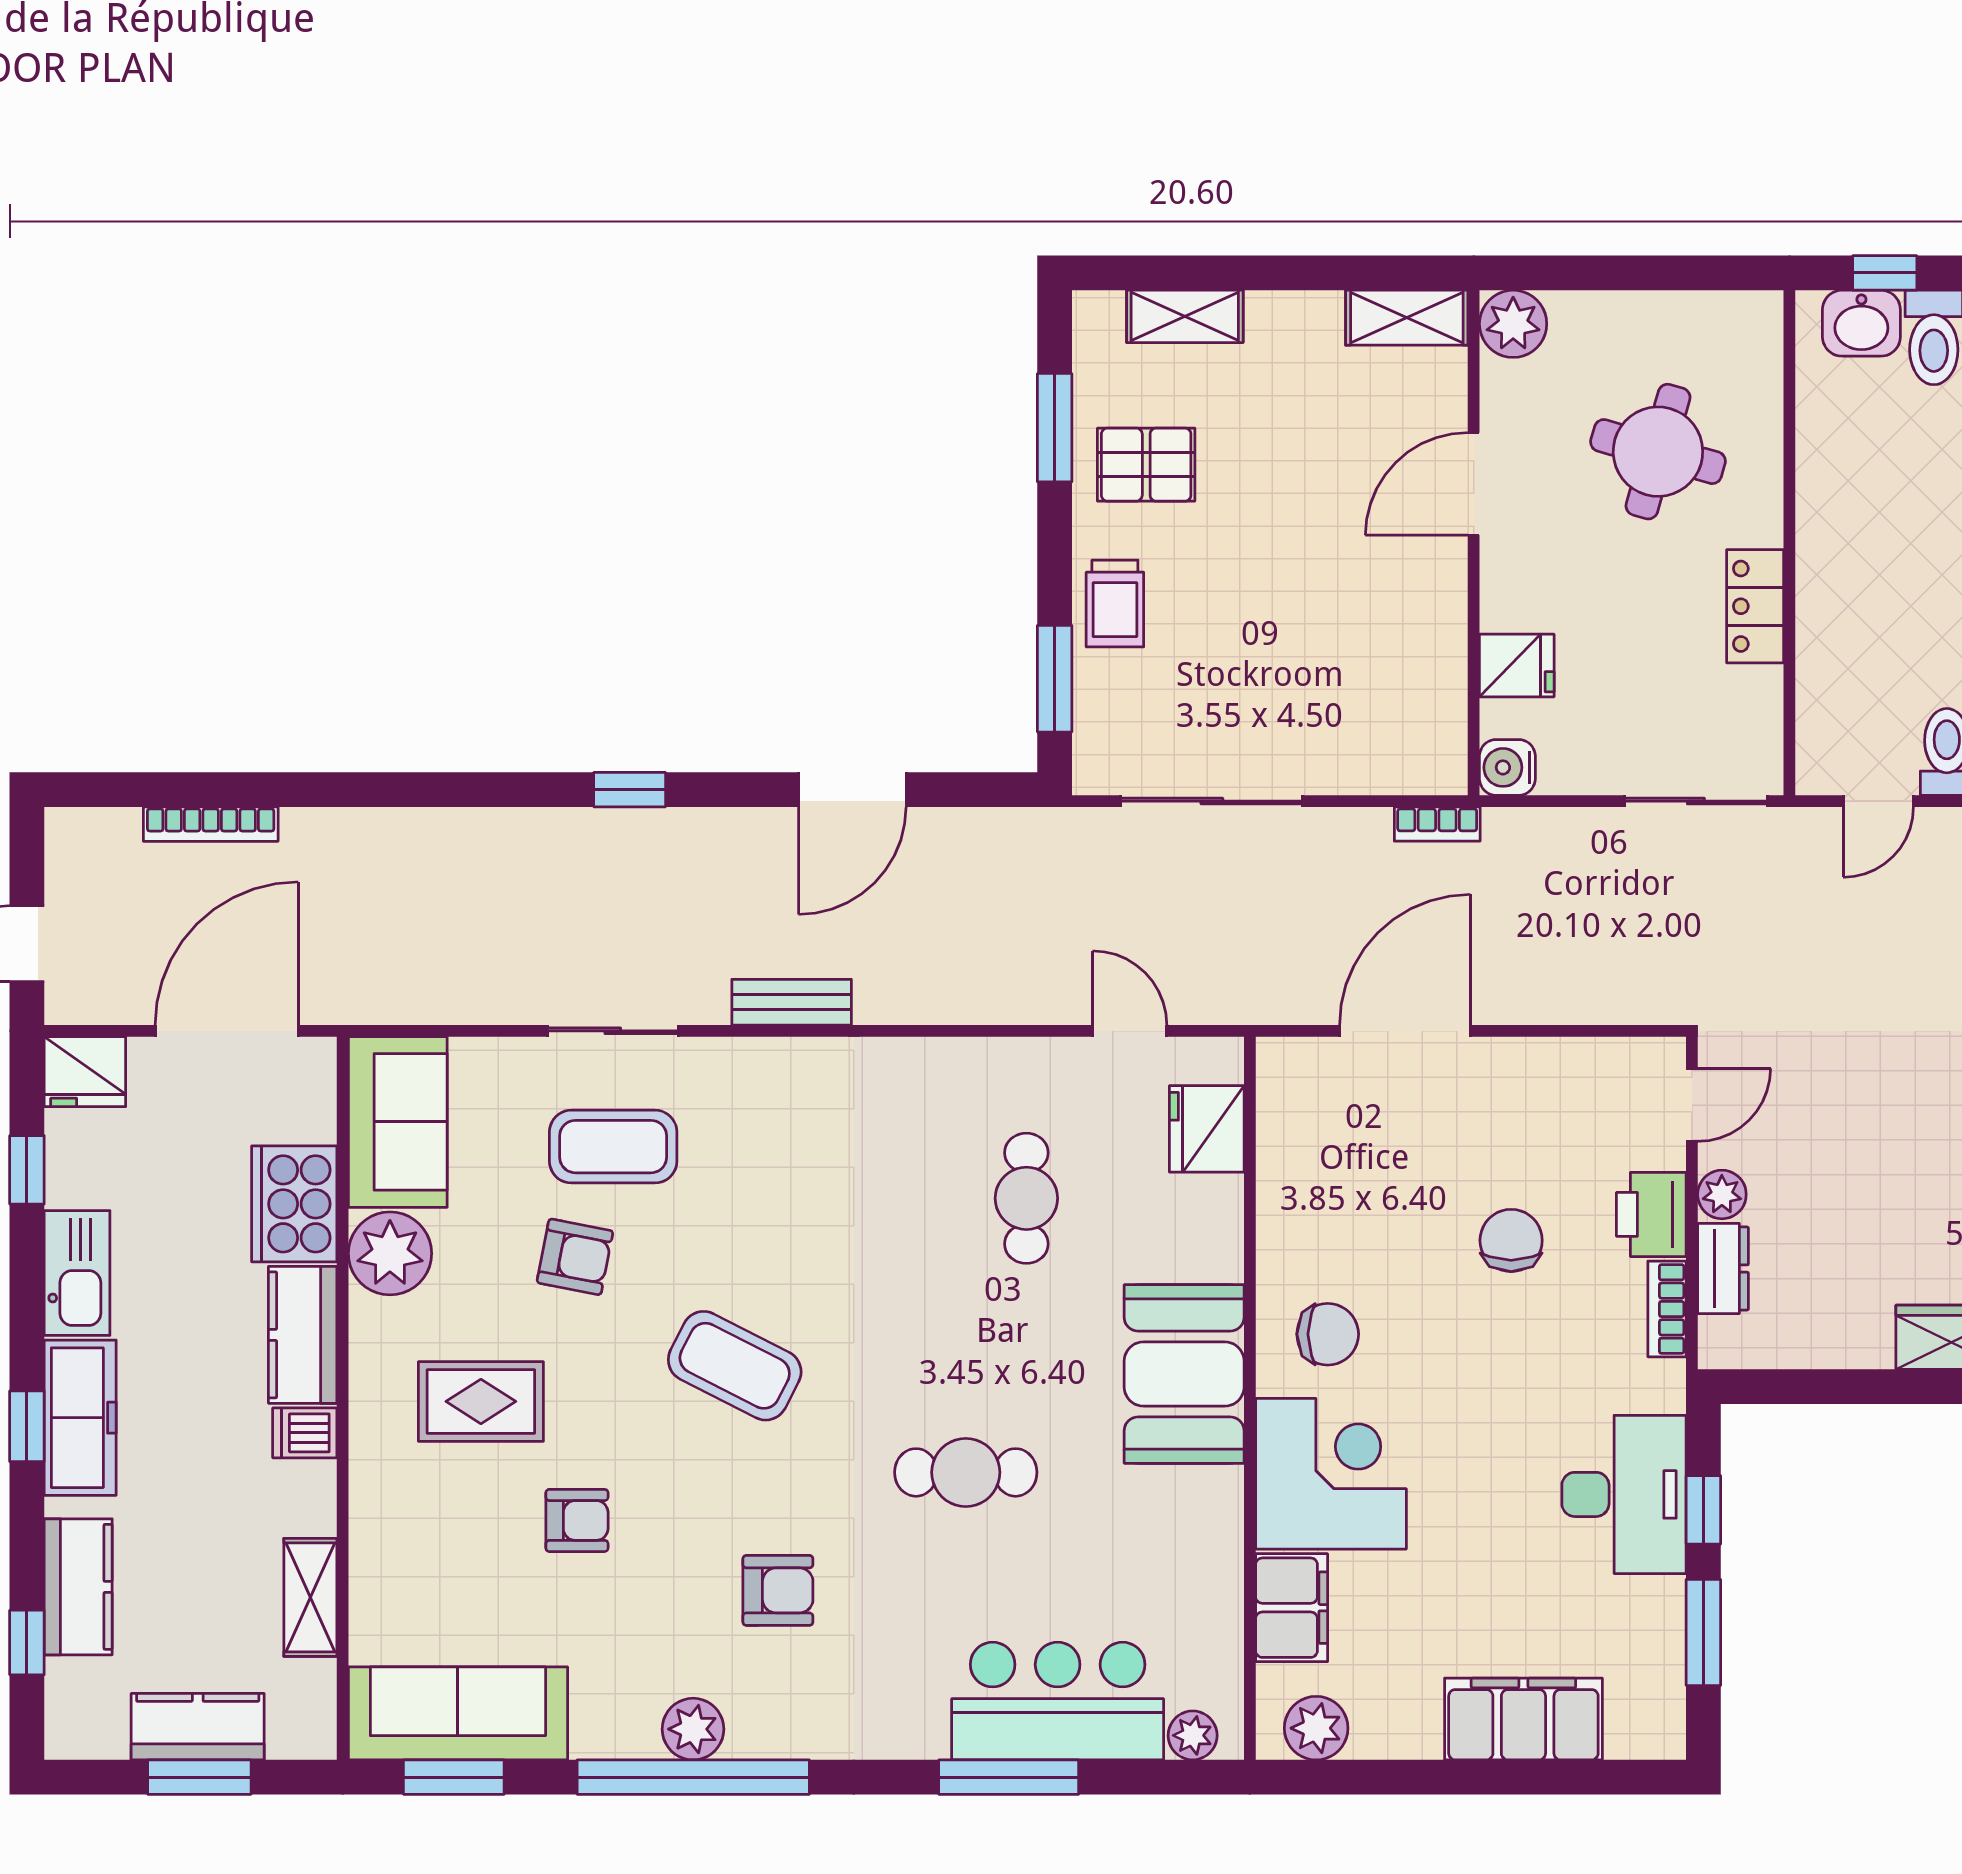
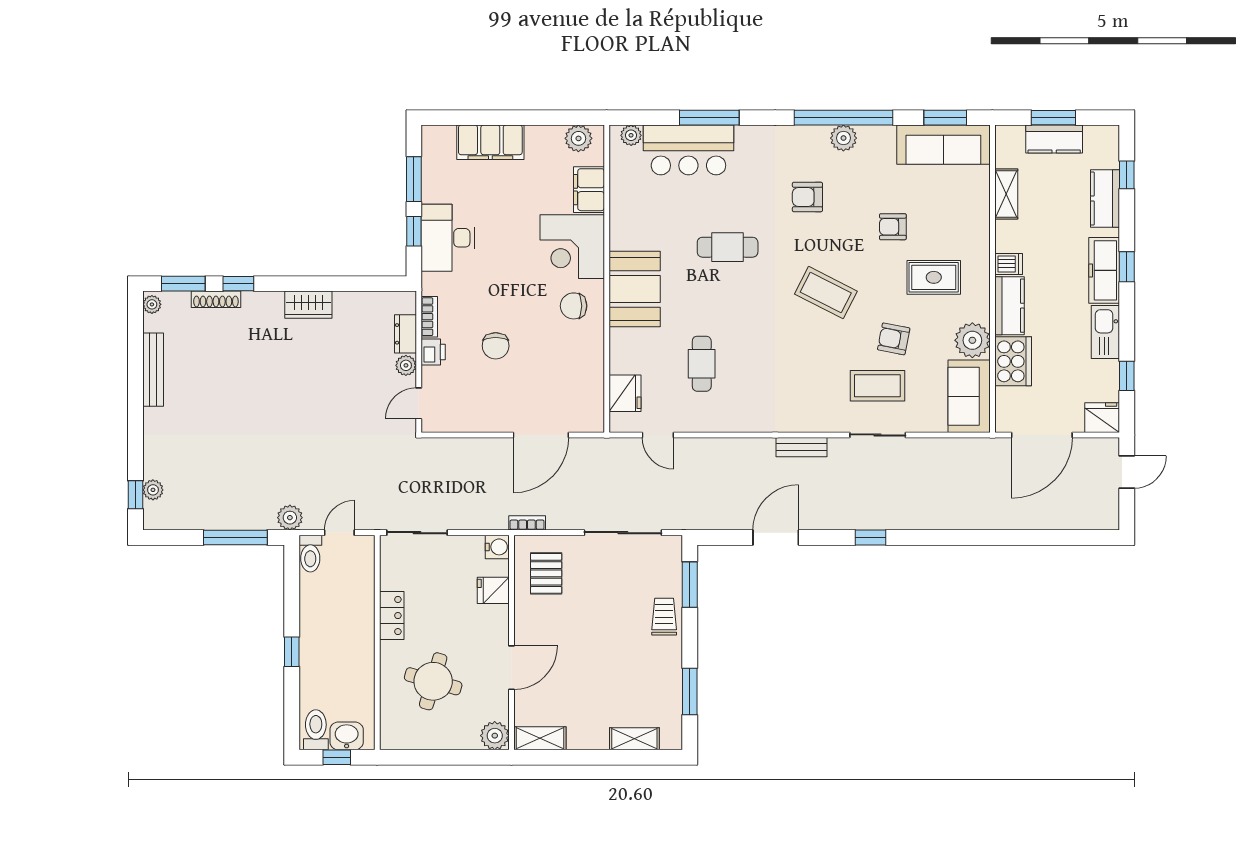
pallet: (1146, 465) -> (546, 573), moved, turned 90
bookcase: (211, 824) -> (1049, 523), removed
printer: (1651, 1214) -> (433, 352), width x0.73, depth x0.81

